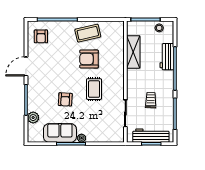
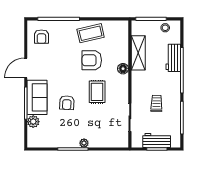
floor lamp: (119, 67) -> (123, 69), added
sofa: (60, 133) -> (37, 97), moved, turned 90
workbench: (151, 136) -> (157, 141), width x0.73

